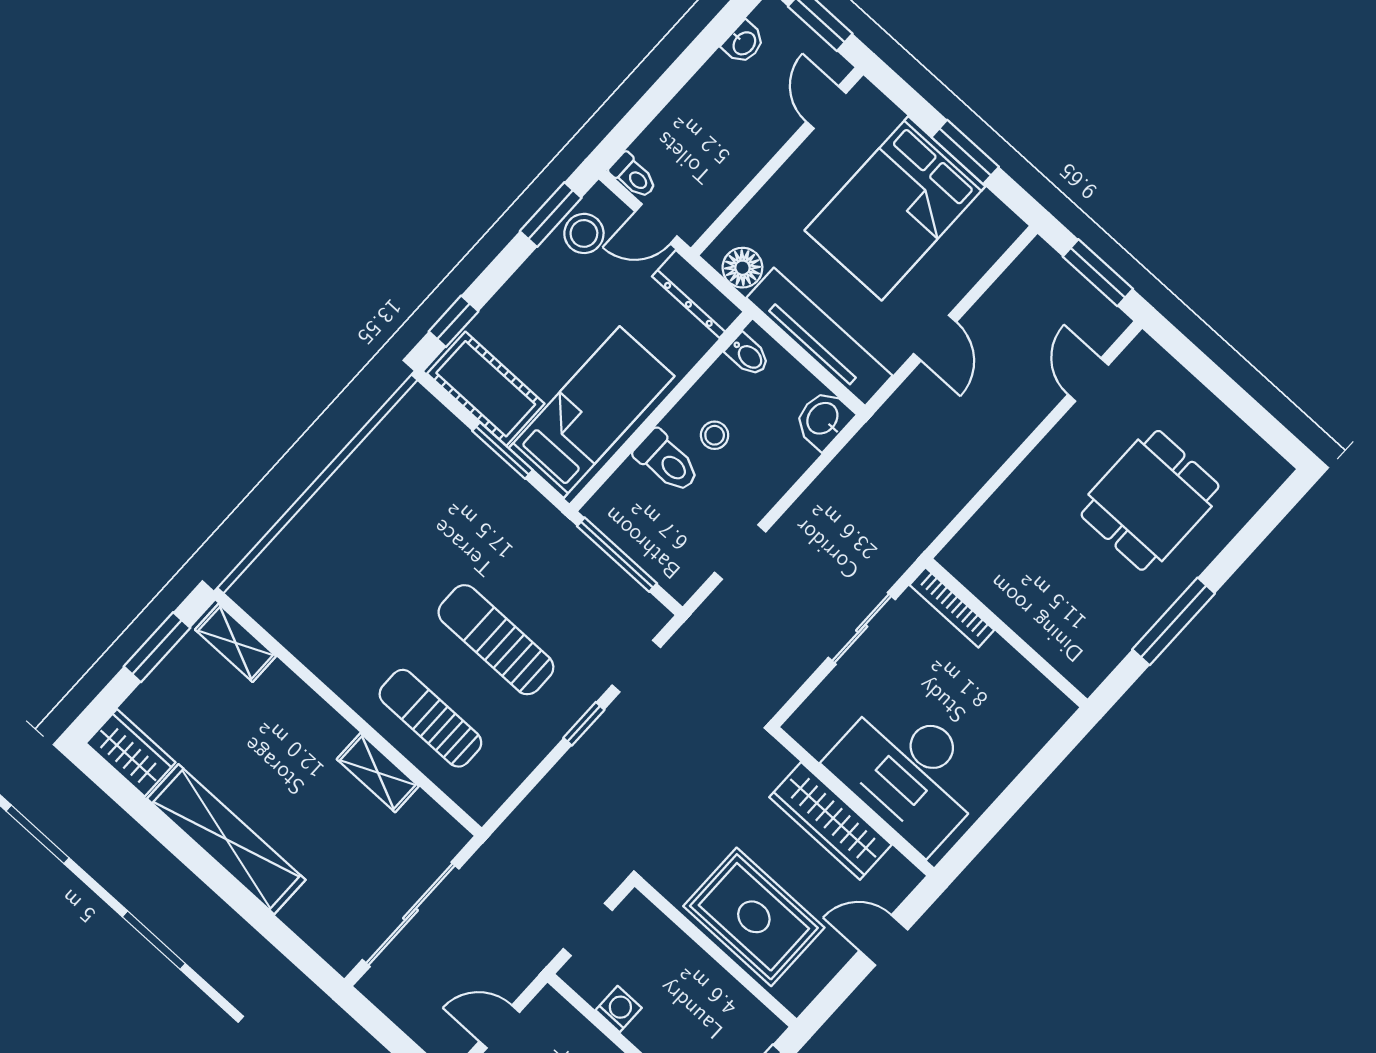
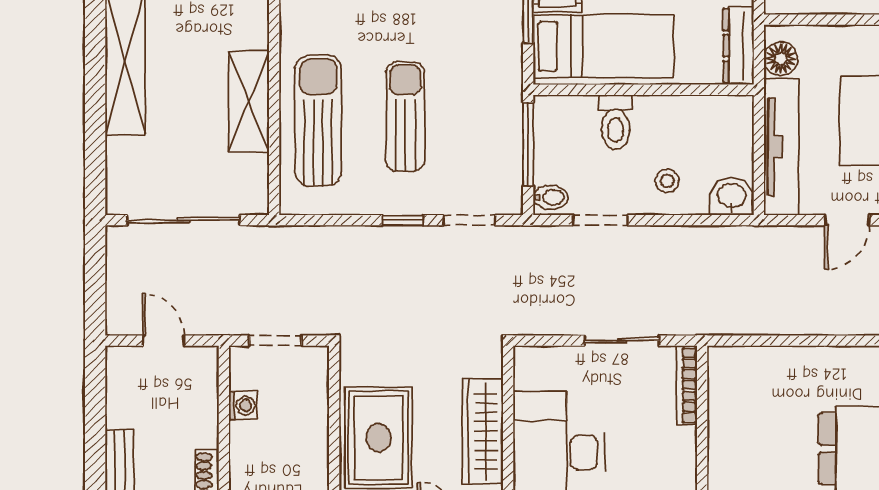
bidet: (748, 355) -> (551, 197), moved, turned -90
stool: (715, 435) -> (667, 181), moved
sun lounger: (430, 718) -> (318, 120), width x1.36, depth x1.34
shelving: (378, 773) -> (249, 102), width x1.50, depth x1.33

